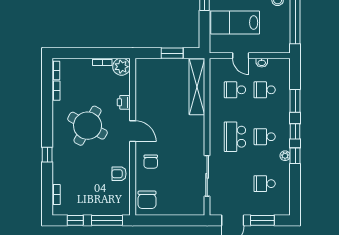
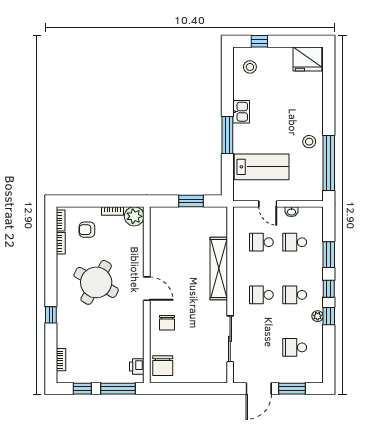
lab bench: (235, 23) -> (262, 167), turned 180
shelving: (197, 87) -> (219, 269), moved
printer: (124, 102) -> (137, 367), moved
school desk: (235, 137) -> (261, 295), width x0.54
armchair: (119, 174) -> (87, 230), moved

